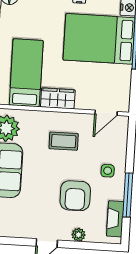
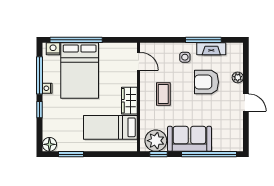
armchair: (75, 196) -> (207, 82), turned 180
fireplace: (115, 219) -> (211, 49), moved

